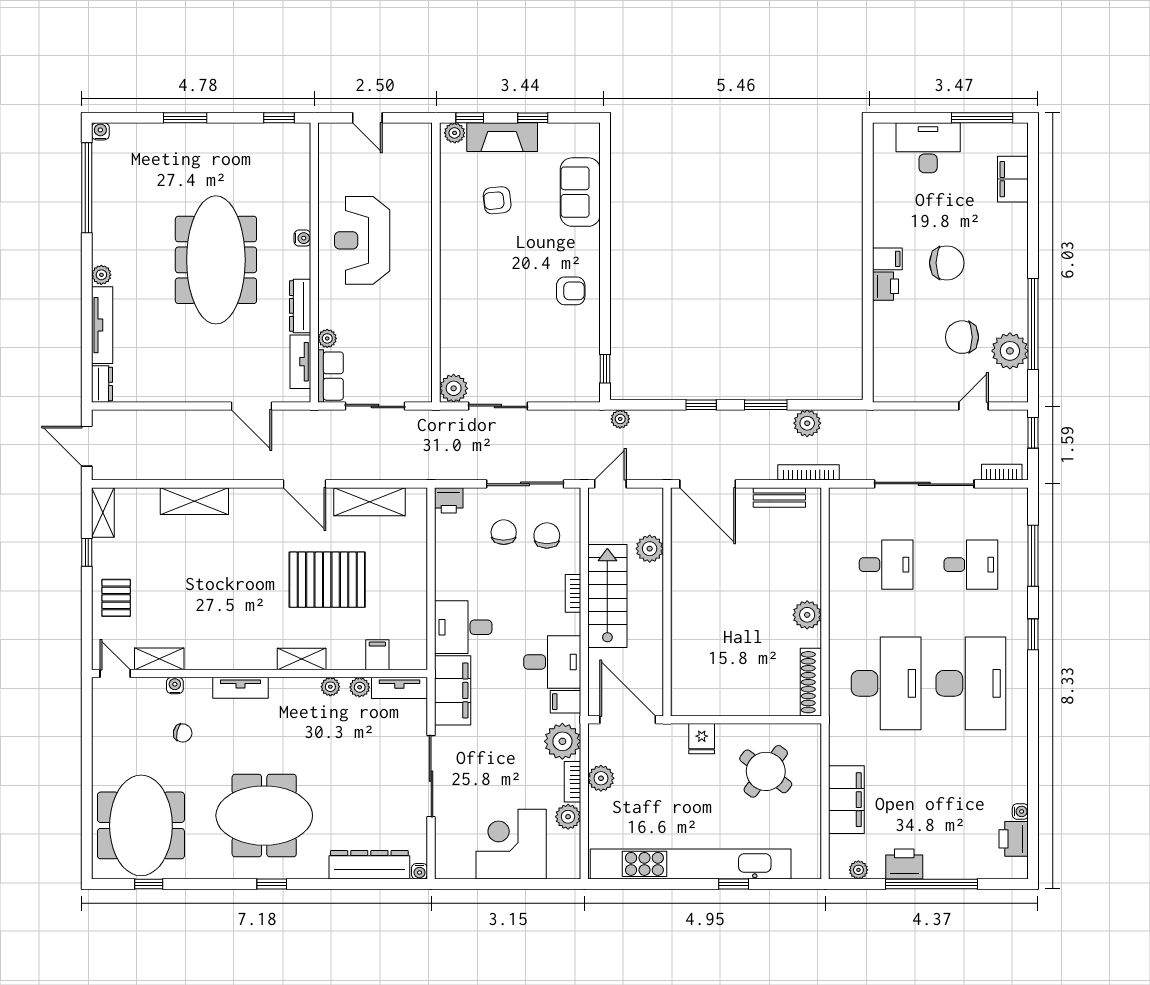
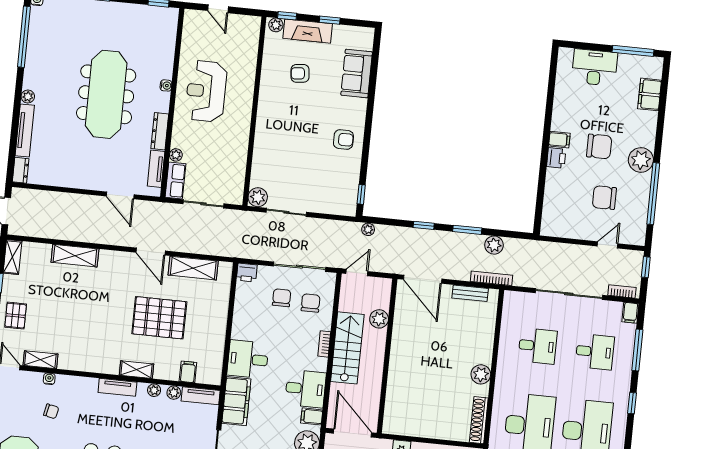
plant: (1010, 351) -> (641, 160), moved
filing cabinet: (1017, 502) -> (630, 313), added
tv unit: (241, 688) -> (117, 387), moved

